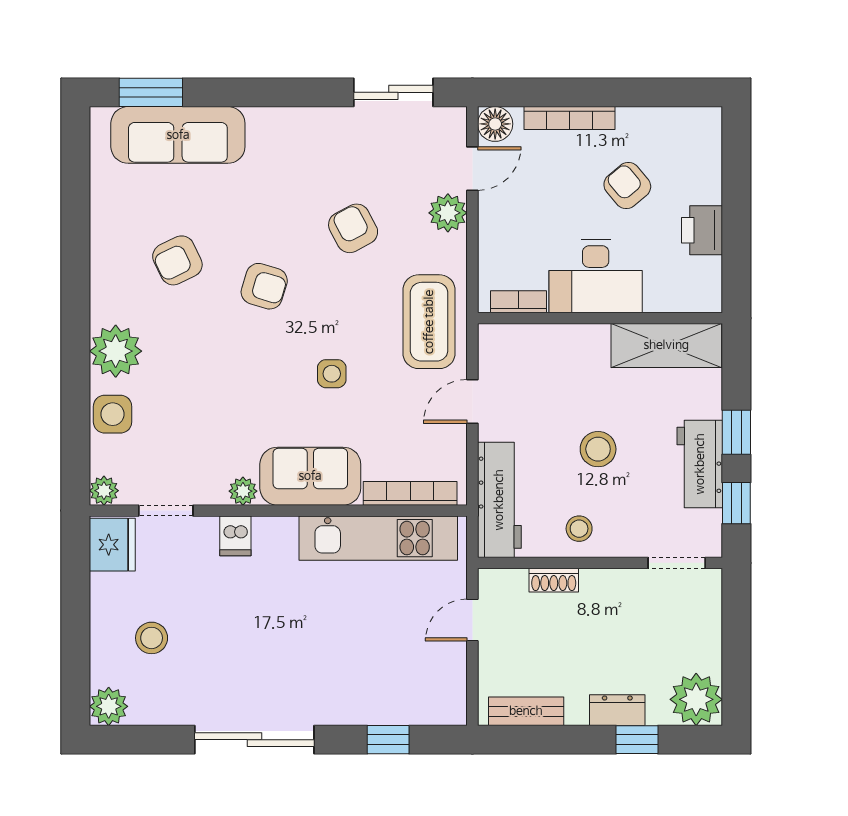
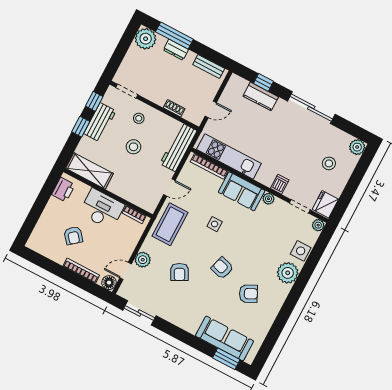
printer: (702, 230) -> (63, 190), moved
stool: (579, 529) -> (139, 118), moved
kitchen counter: (378, 706) -> (261, 96), added
window: (637, 740) -> (174, 35), width x2.17

